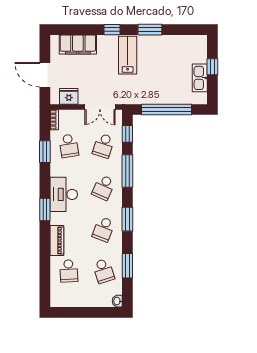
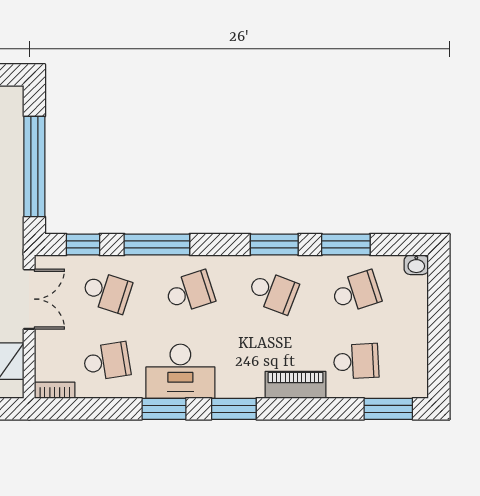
window: (45, 152) -> (164, 409), moved
school desk: (104, 187) -> (190, 292), turned -42
desk: (64, 194) -> (180, 371), moved
window: (127, 219) -> (274, 244), moved
window: (45, 287) -> (388, 409), added

